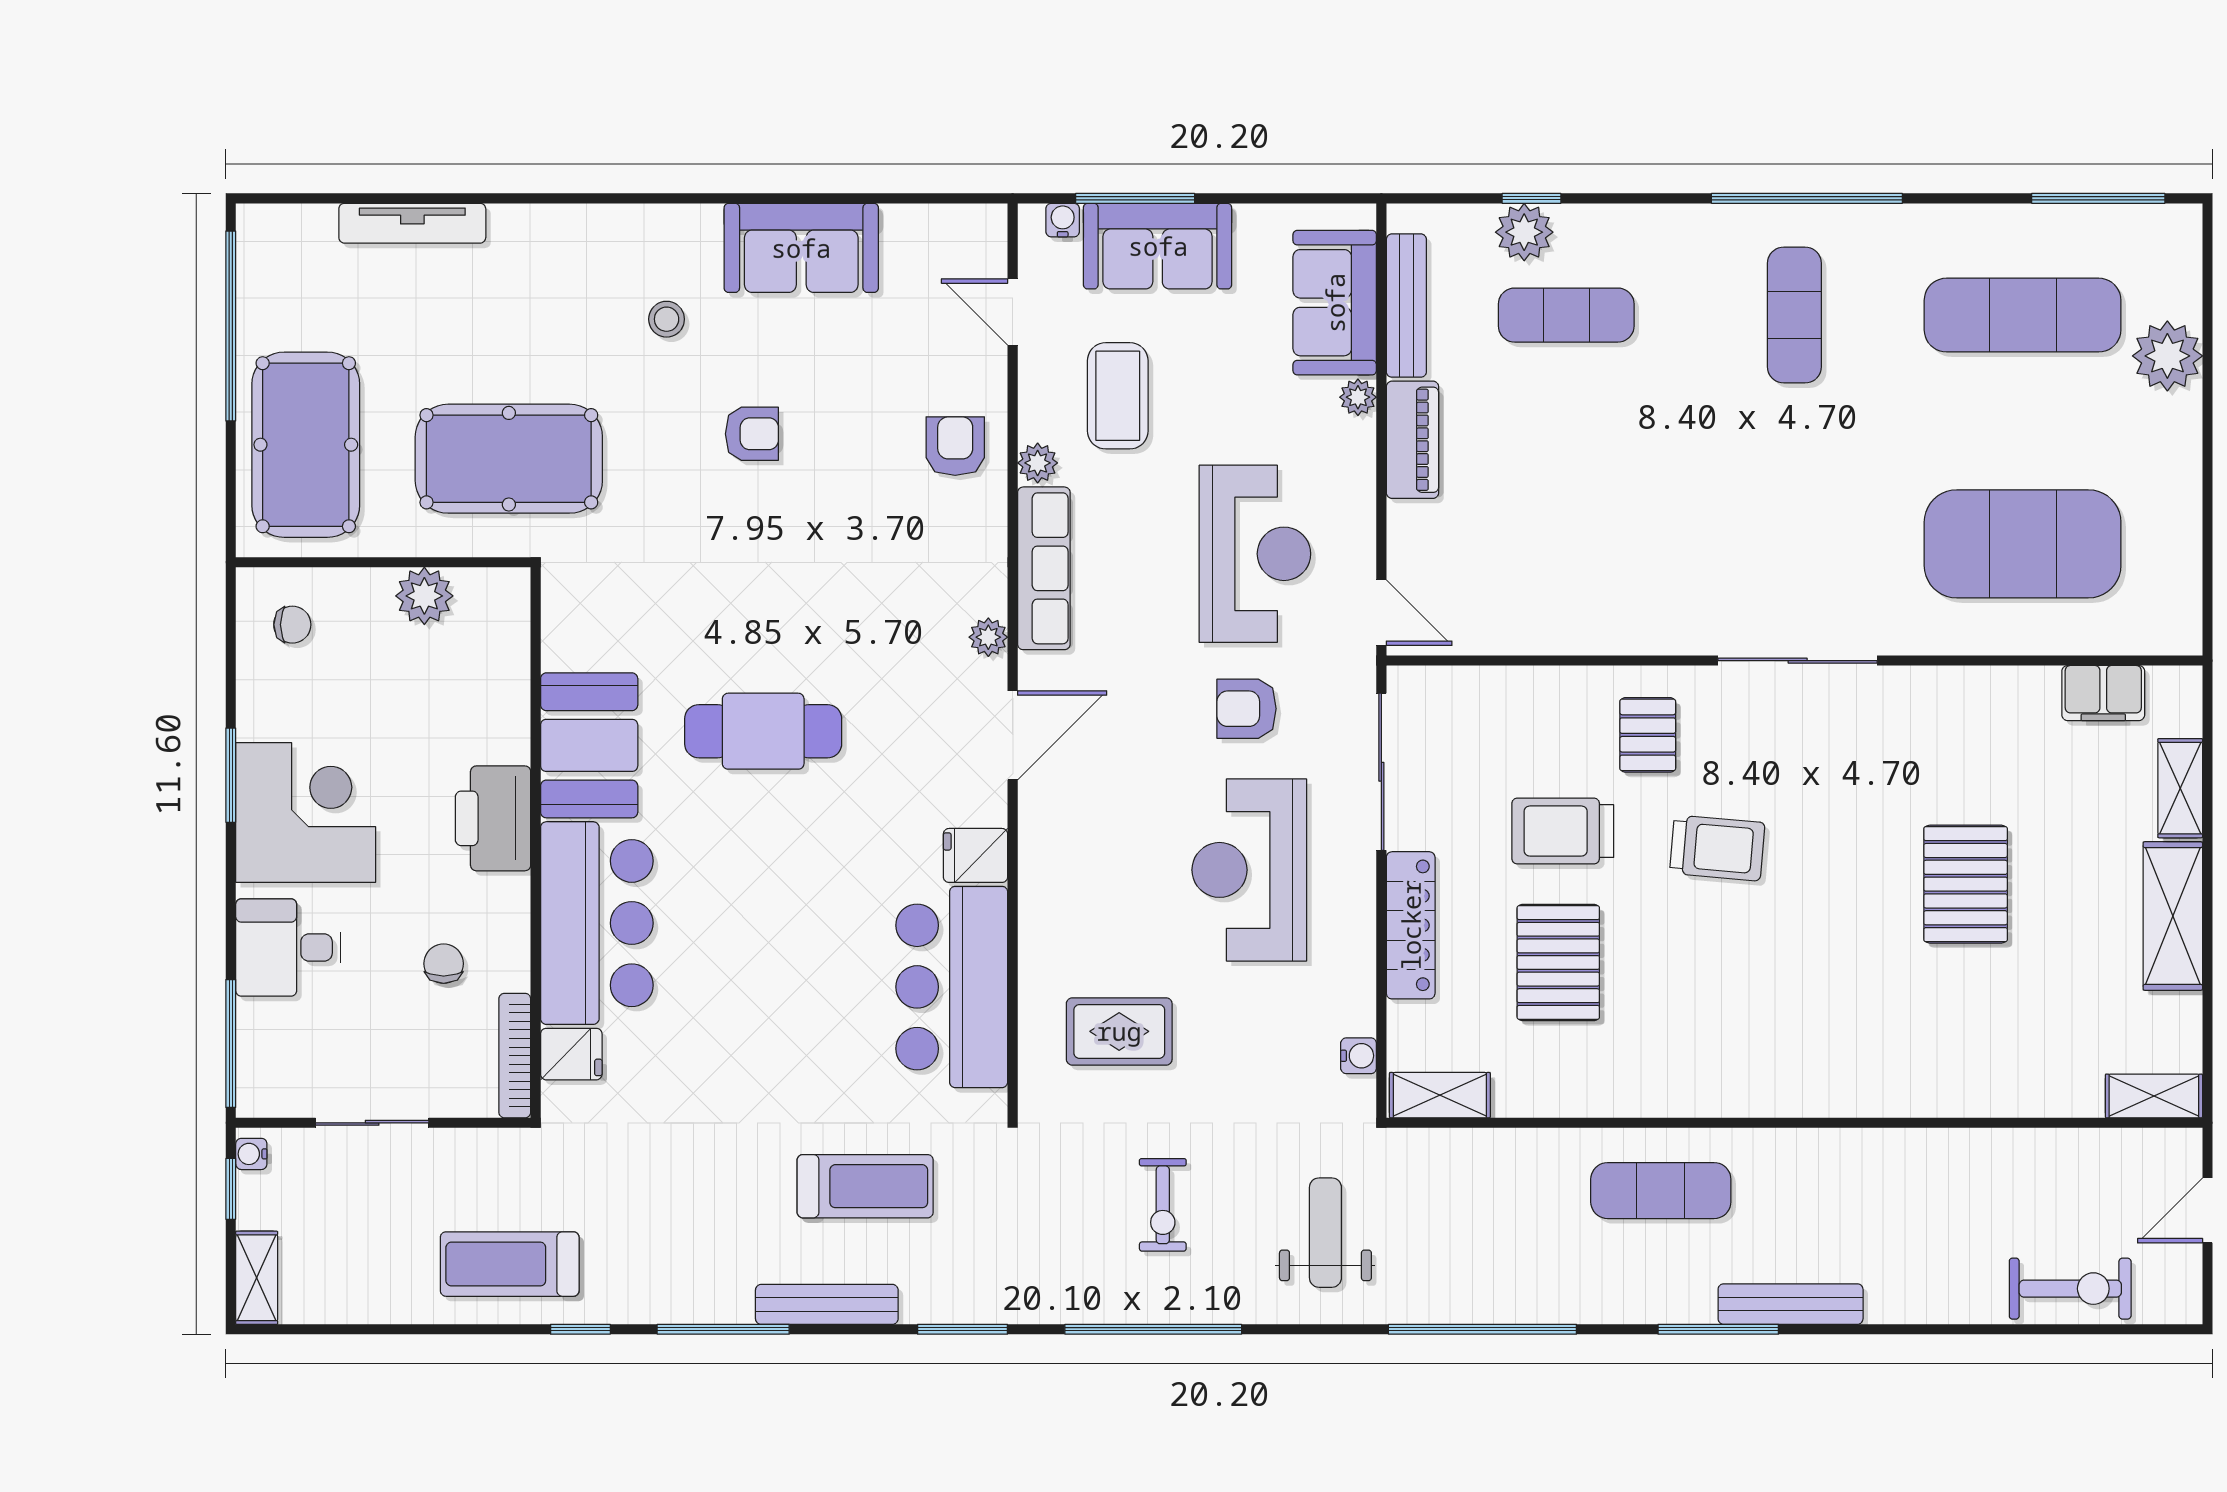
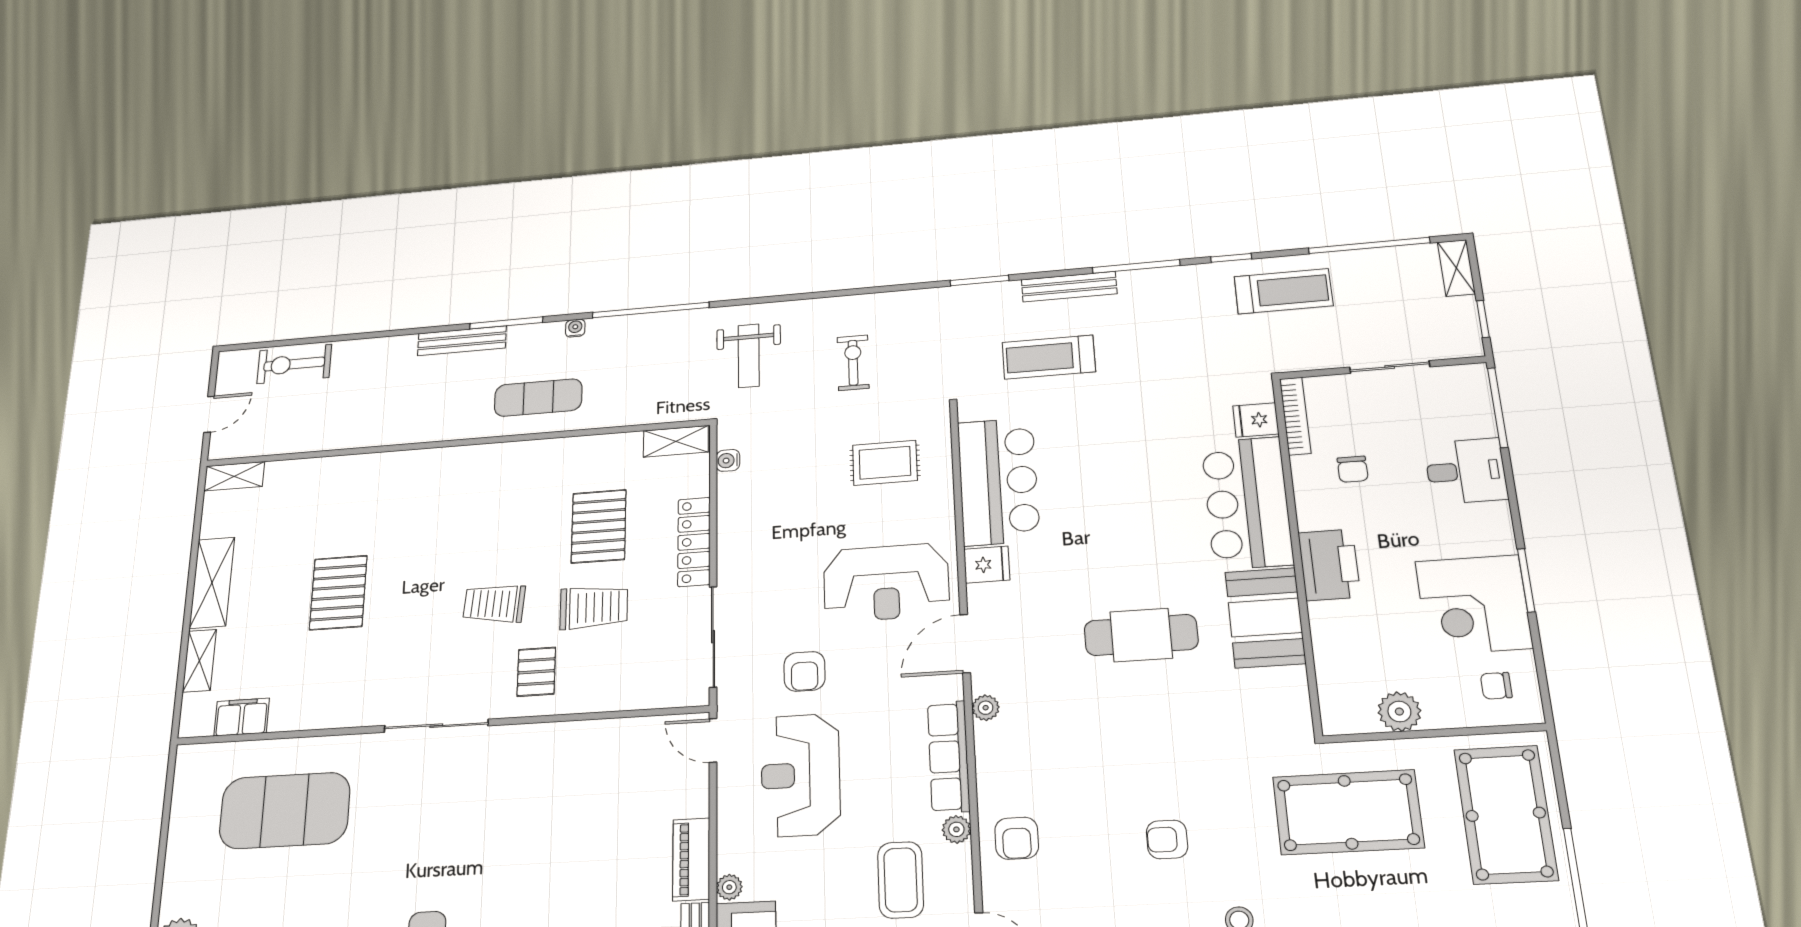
armchair: (1247, 709) -> (805, 671), turned 90
corner desk: (306, 813) -> (1474, 605), moved
reception desk: (1249, 870) -> (886, 582), moved, turned 90
water cooler: (251, 1154) -> (575, 328), moved, turned -90
window: (1153, 1329) -> (1369, 245), moved

